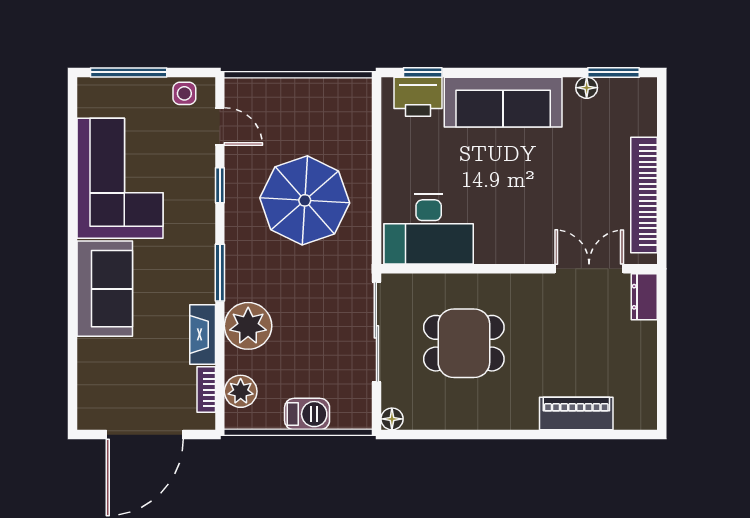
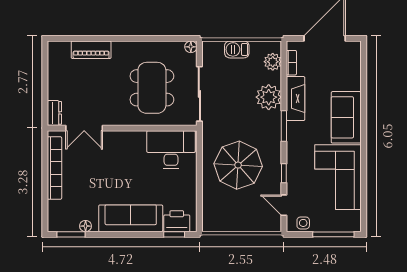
fireplace: (203, 334) -> (296, 99), width x1.37, depth x1.32
dining table: (464, 343) -> (152, 88), width x1.38

